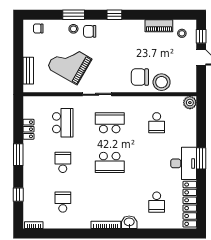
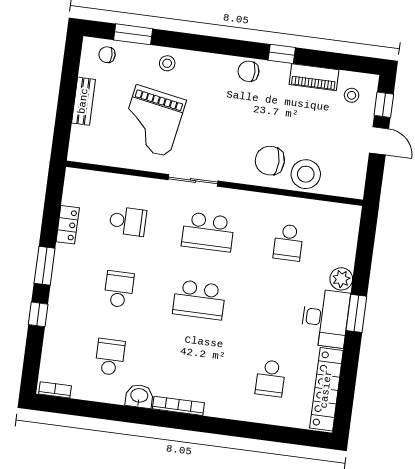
window: (74, 15) -> (133, 34), moved
window: (114, 15) -> (282, 54), moved
chair: (90, 31) -> (248, 71), moved
grand piano: (69, 63) -> (152, 121), turned -110
bench: (28, 71) -> (83, 101), moved
plant: (190, 103) -> (341, 279), moved
school desk: (63, 123) -> (128, 221), width x0.54
school desk: (110, 123) -> (208, 232), turned 180
window: (18, 195) -> (38, 314), moved
washbasin: (129, 222) -> (139, 396), moved

